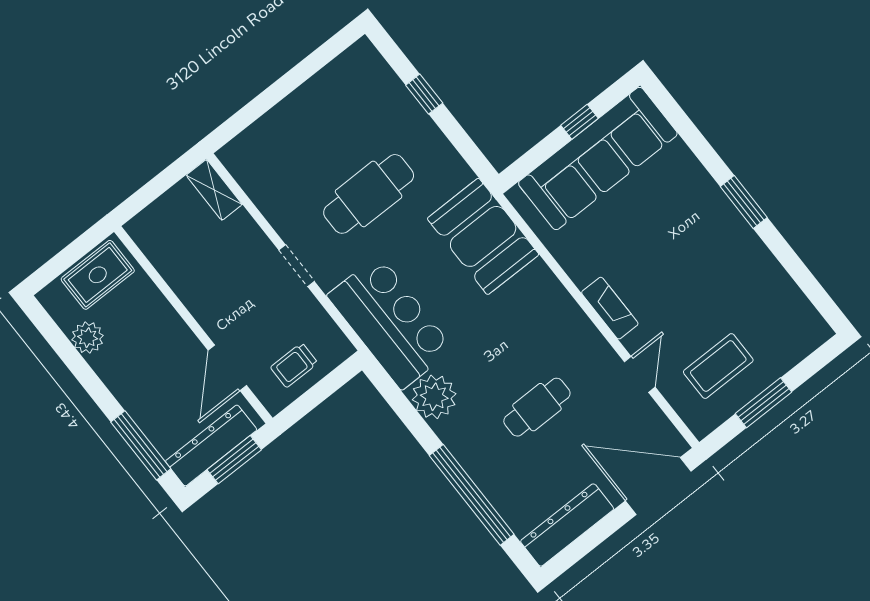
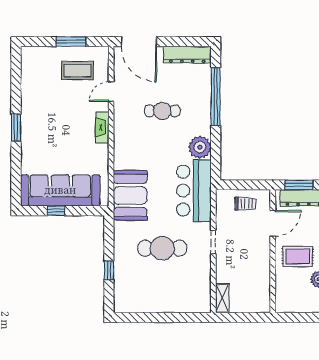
rug: (98, 275) -> (298, 256), moved

